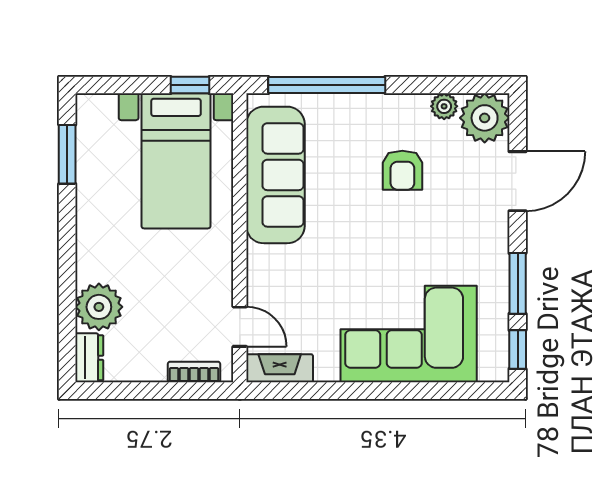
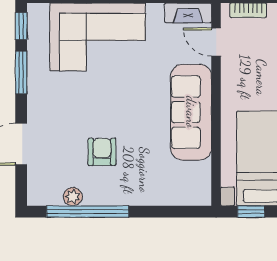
window: (327, 85) -> (88, 212), moved
plant: (485, 118) -> (44, 189), removed
sofa: (275, 175) -> (191, 112), moved

